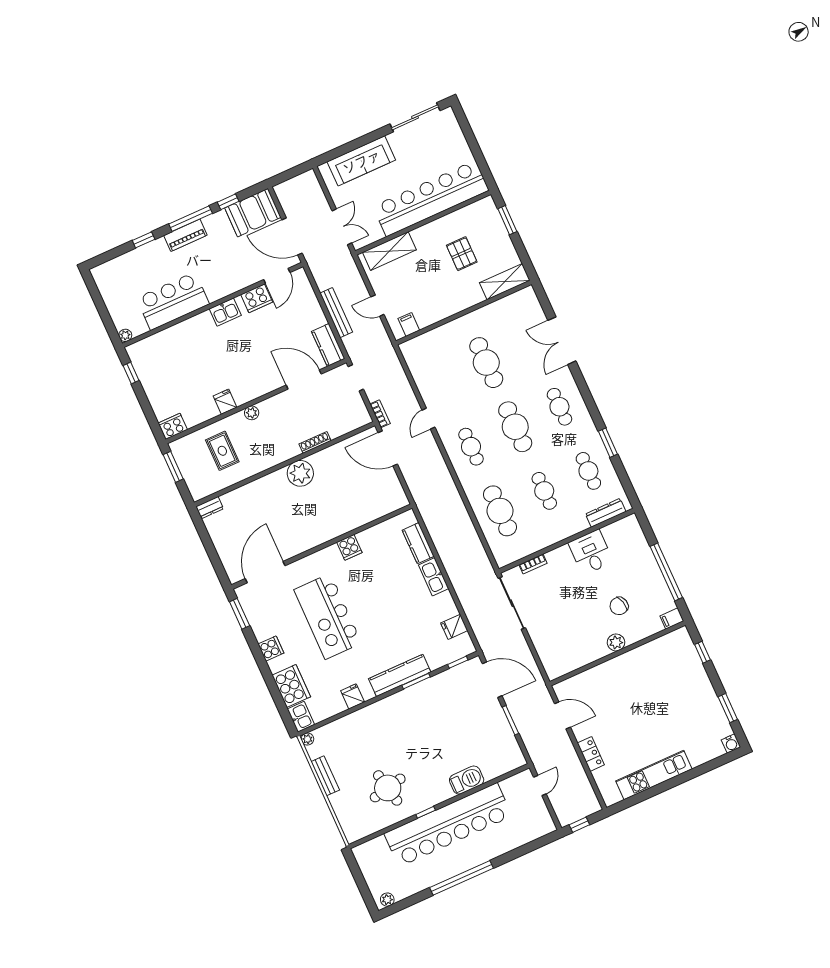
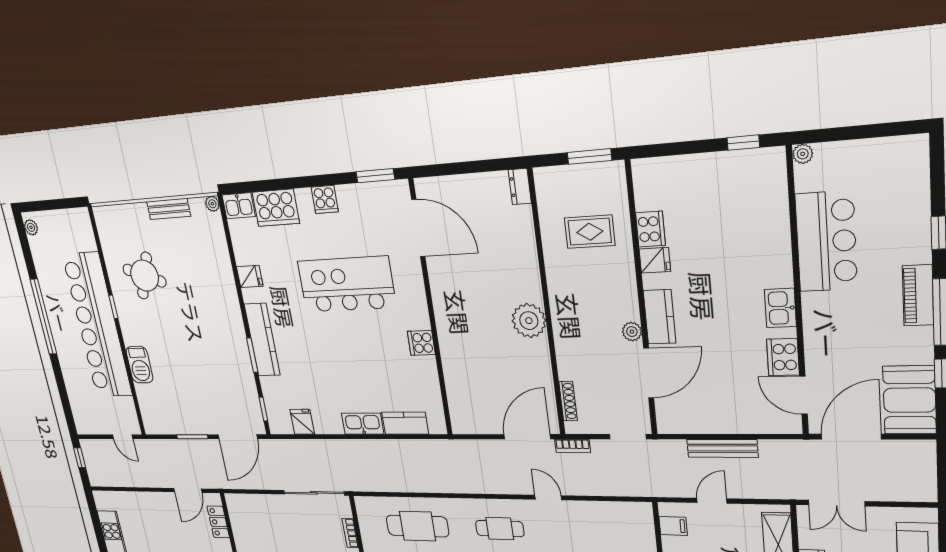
kitchen counter: (328, 345) -> (660, 317), moved, turned 90
plant: (252, 413) -> (632, 332), moved
cooker: (173, 426) -> (650, 229), moved
shoe rack: (315, 442) -> (568, 401), moved
locker: (591, 754) -> (218, 522), moved, turned 90
round table: (388, 788) -> (145, 276), turned 33

